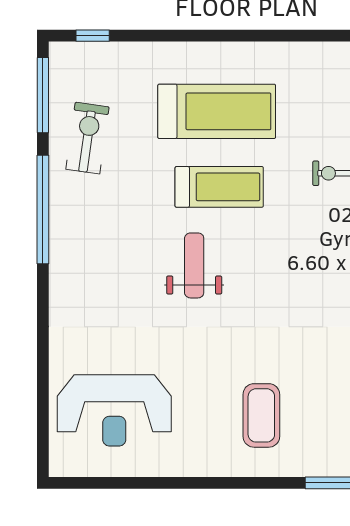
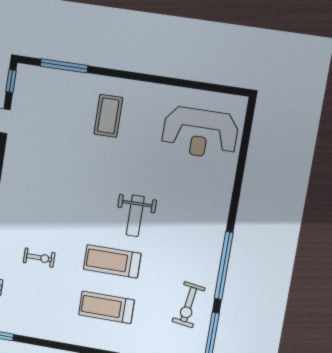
treadmill: (217, 111) -> (106, 307), width x0.73, depth x0.73
reception desk: (114, 410) -> (200, 133), turned 180

